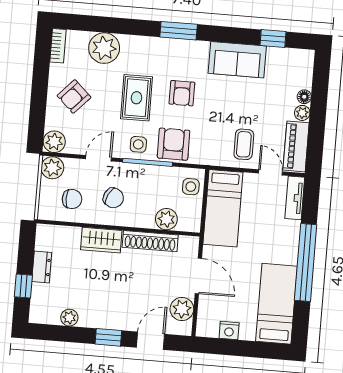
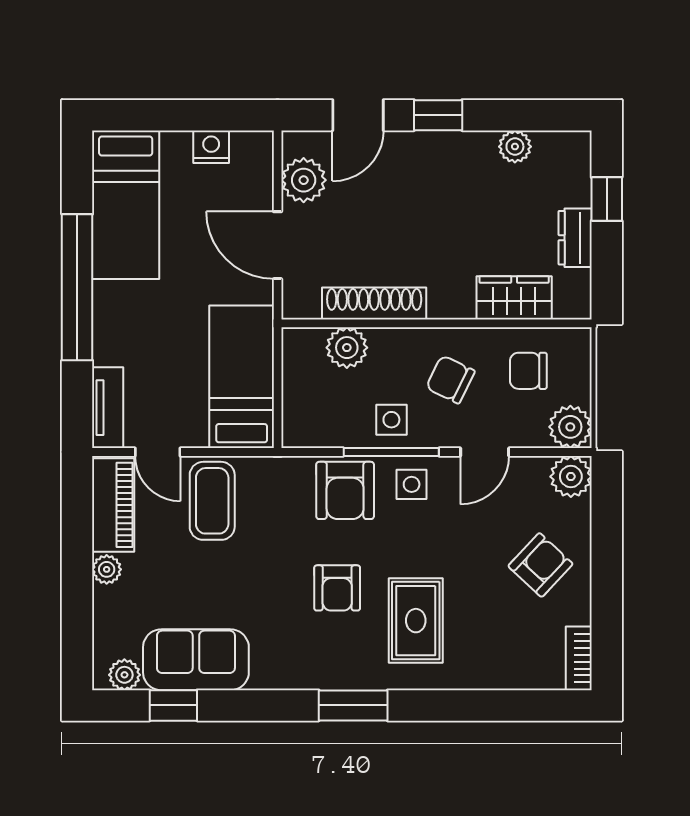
plant: (104, 48) -> (124, 675), moved, width x0.53, depth x0.53
sofa: (237, 60) -> (196, 660), moved
armchair: (182, 93) -> (337, 588), turned 180
floor lamp: (304, 97) -> (105, 600), removed
rug: (136, 98) -> (416, 621), moved
coffee table: (244, 144) -> (212, 501), width x1.36, depth x1.30
side table: (191, 187) -> (391, 420), moved
wardrobe: (101, 240) -> (514, 298), moved

